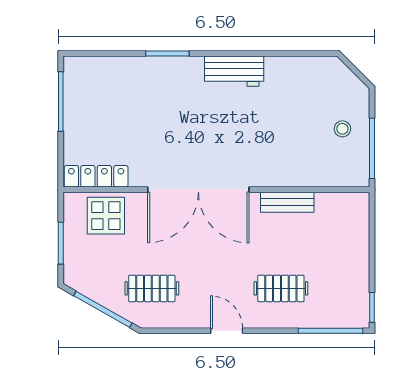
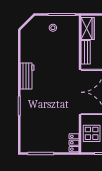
locker: (96, 176) -> (74, 143), width x0.66
wardrobe: (341, 207) -> (88, 28), added

